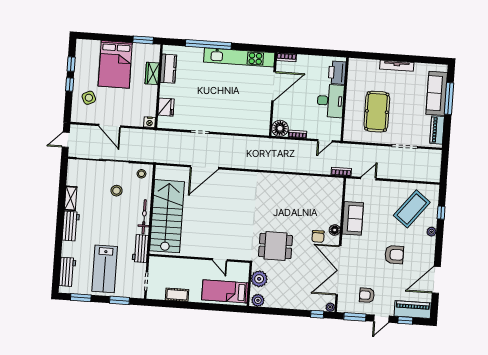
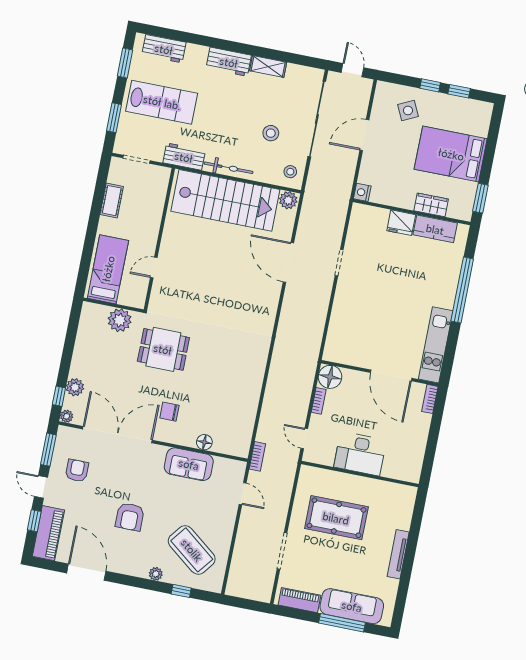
kitchen unit: (239, 57) -> (436, 345), width x0.73
printer: (337, 73) -> (399, 468), removed
fridge: (166, 107) -> (401, 223), moved
plant: (161, 173) -> (288, 200), added
floor lamp: (335, 230) -> (204, 442), moved
dining table: (276, 246) -> (163, 349), turned 90
lab bench: (105, 269) -> (162, 102), turned 180
plant: (258, 300) -> (75, 387), moved

